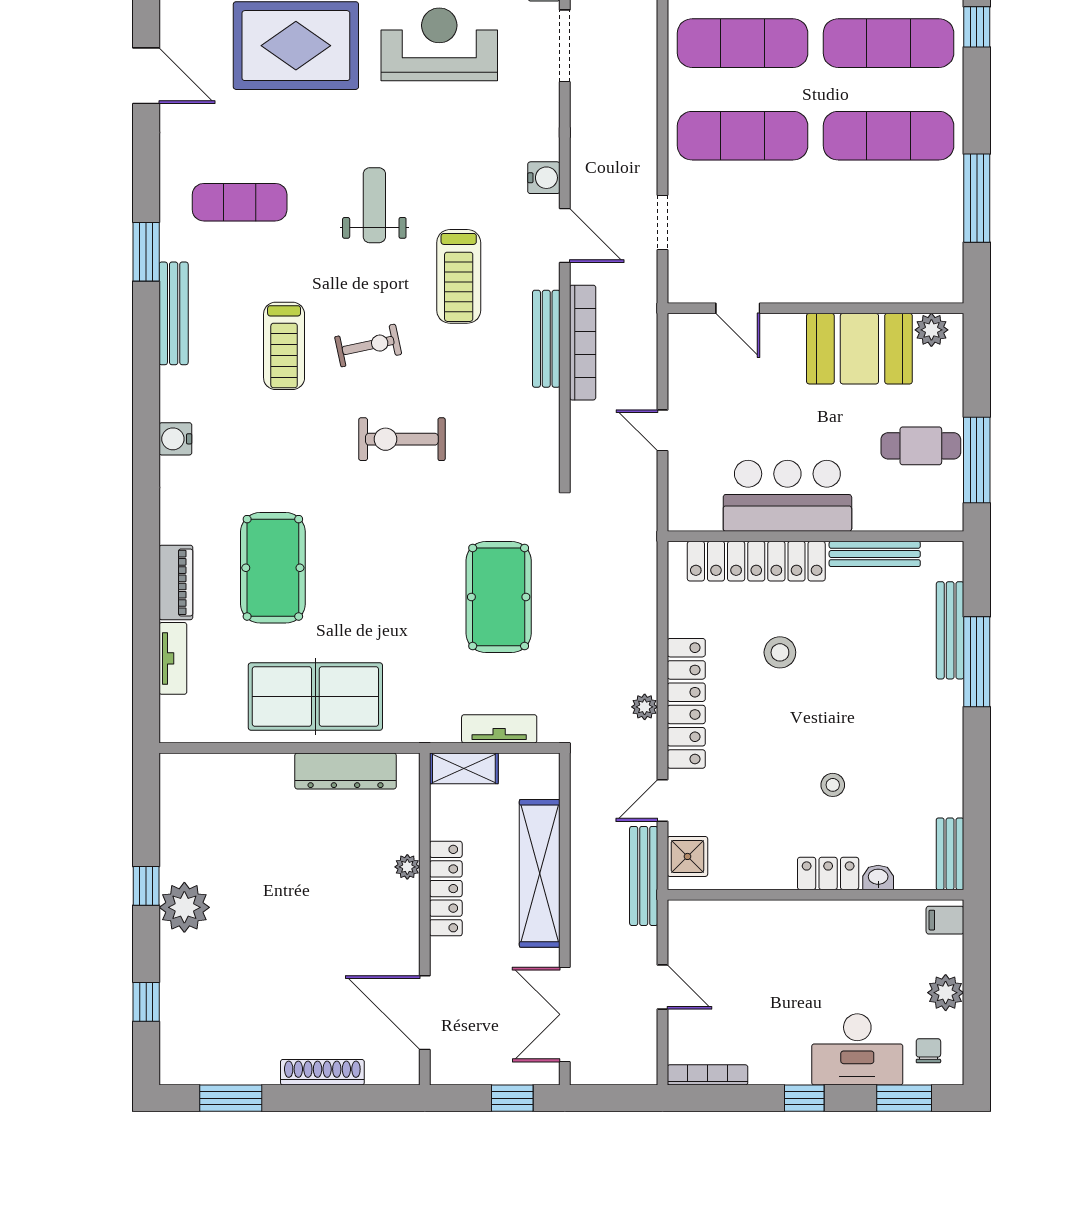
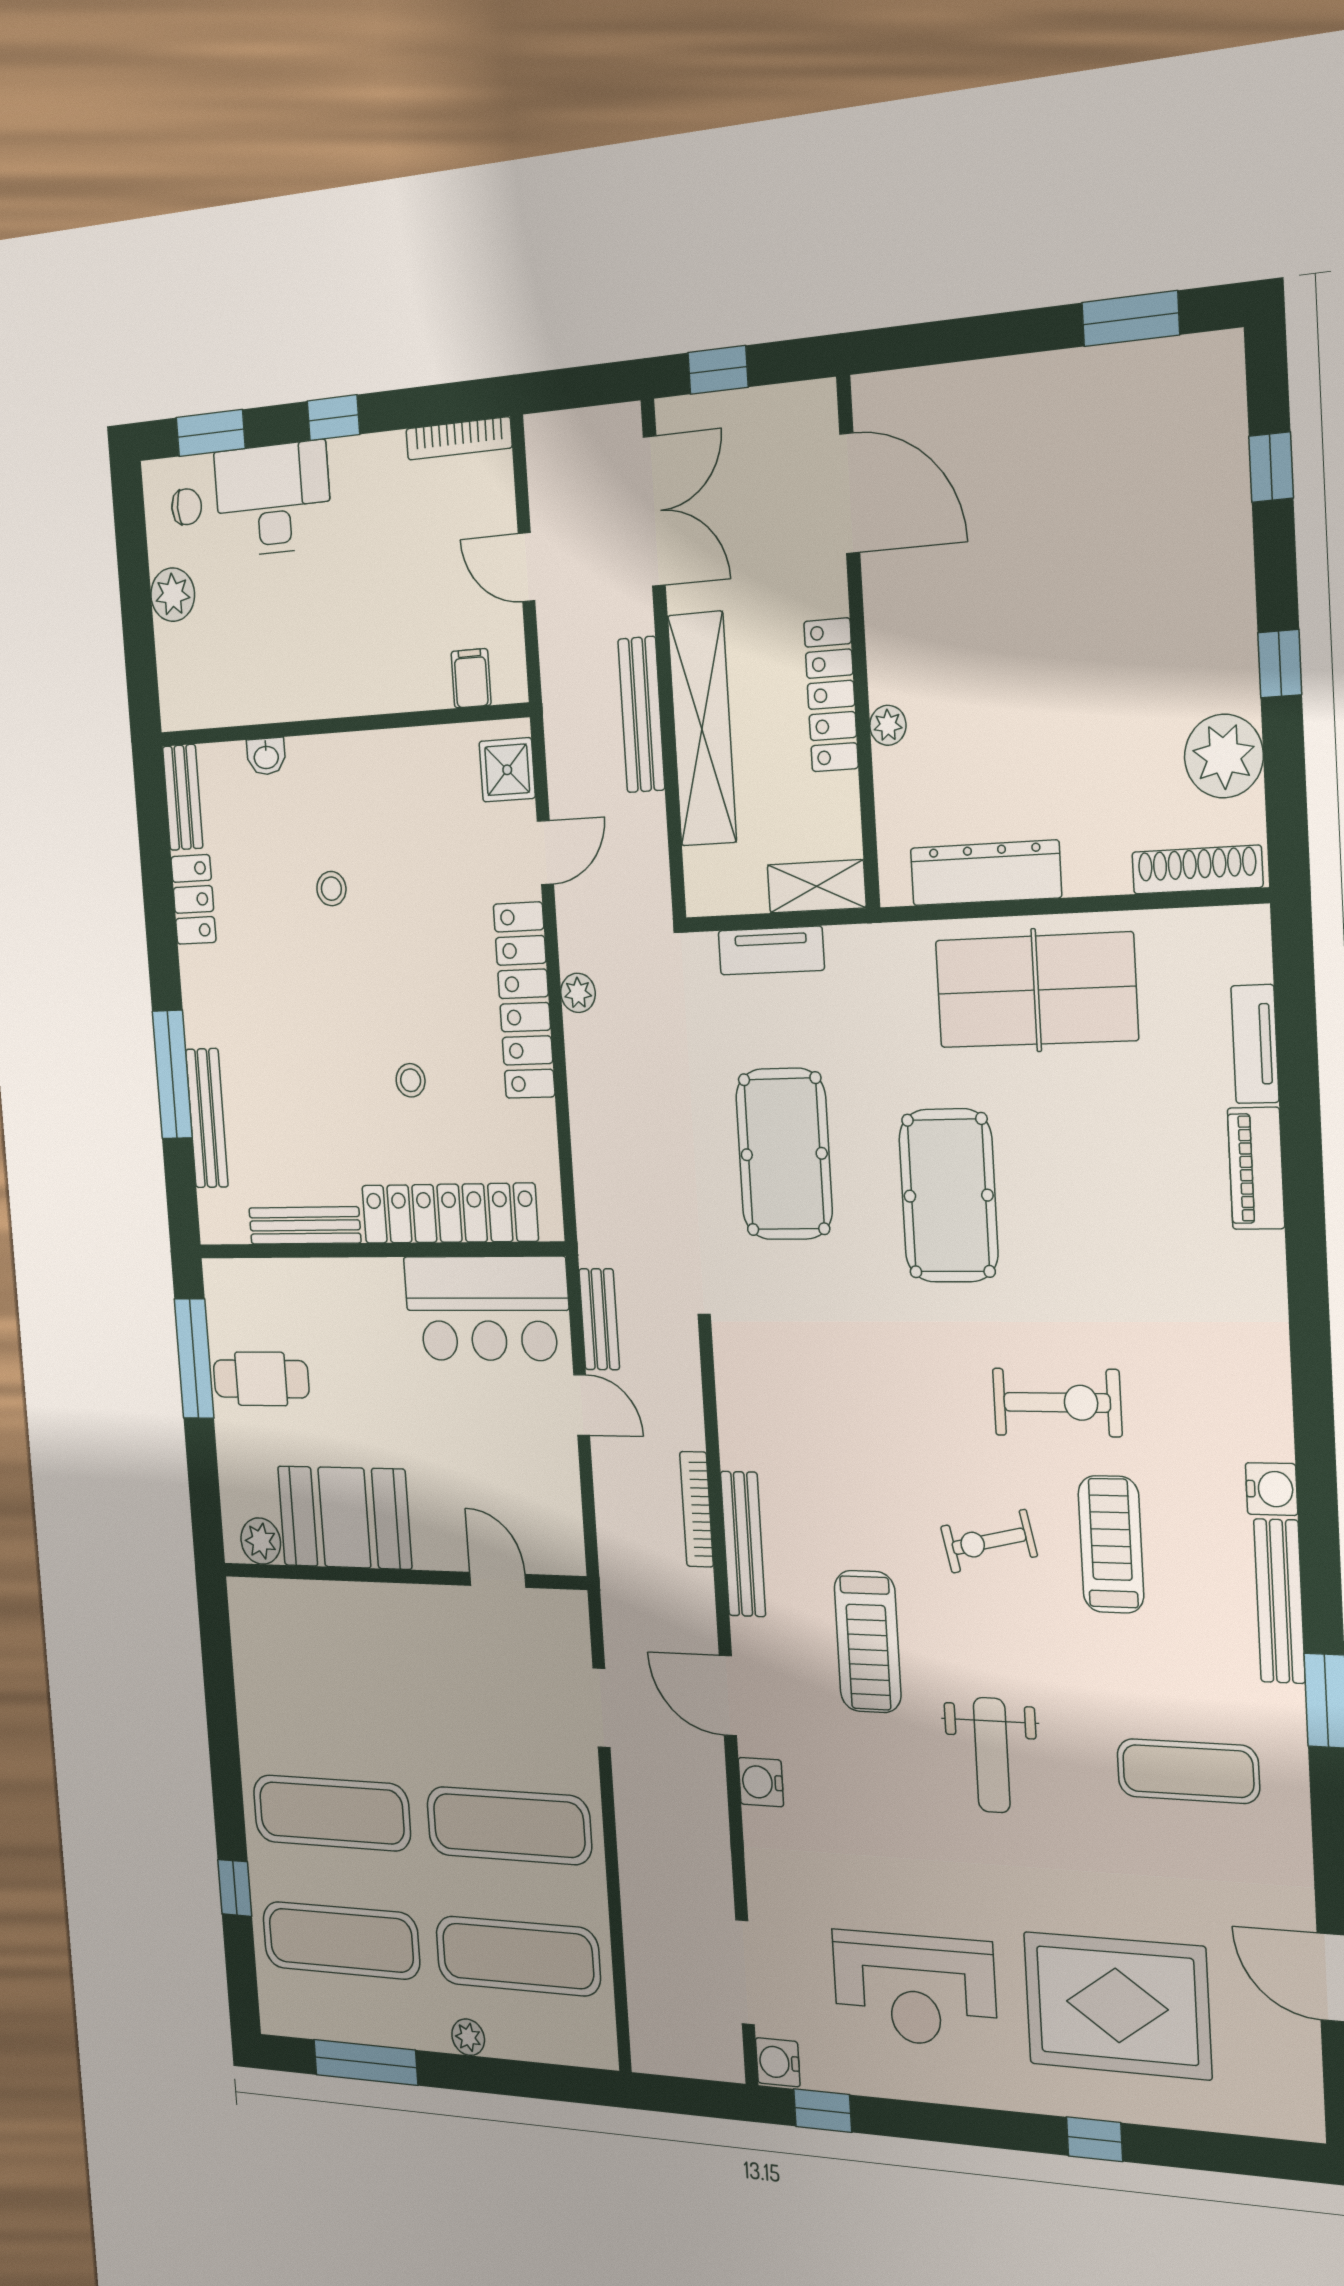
window: (977, 27) -> (235, 1888), moved
window: (977, 198) -> (222, 1720), removed
treadmill: (459, 276) -> (868, 1642), turned 180
bookcase: (583, 343) -> (697, 1509), width x0.68, depth x0.76
water cooler: (175, 439) -> (1272, 1489), moved
exercise bike: (402, 439) -> (1057, 1402), moved
bench: (645, 489) -> (599, 1319), added
bar counter: (787, 496) -> (487, 1308), moved
pool table: (273, 568) -> (948, 1196), moved
stool: (780, 652) -> (411, 1080), width x0.73, depth x0.73
locker: (828, 873) -> (193, 899), moved, turned -90
bench: (644, 876) -> (641, 715), moved
plant: (184, 907) -> (1224, 756), moved
filing cabinet: (945, 920) -> (471, 678), moved, turned -90
chair: (928, 1051) -> (187, 507), turned -90
shoe rack: (322, 1072) -> (1197, 870), moved, turned 180

